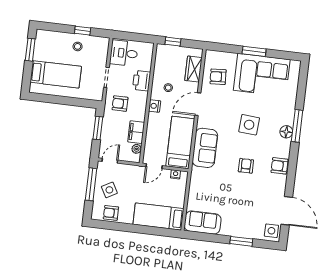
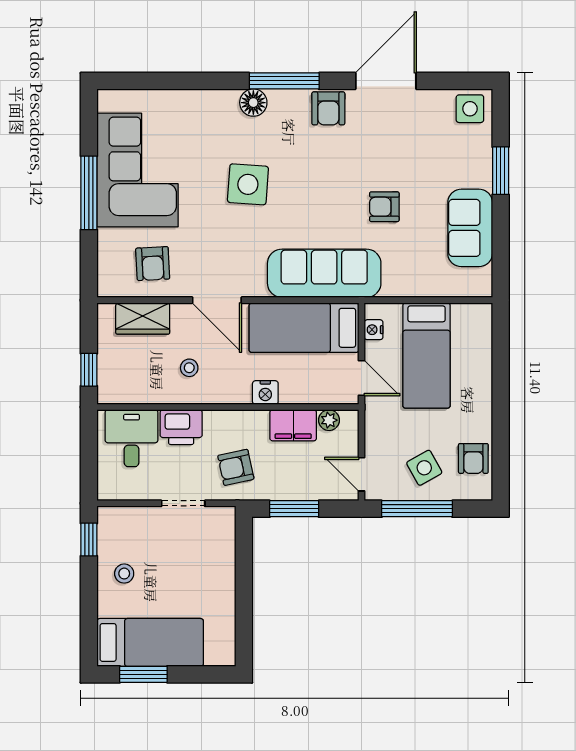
window: (83, 31) -> (89, 540), moved
window: (254, 51) -> (89, 193), width x1.44
desk: (124, 53) -> (132, 438), moved, turned 180
bed: (56, 74) -> (150, 642), moved, turned 90
armchair: (120, 104) -> (236, 467), turned 78
nightstand: (155, 106) -> (265, 393), moved
window: (297, 126) -> (284, 81), moved
sofa: (205, 148) -> (324, 273), width x1.36
armchair: (246, 166) -> (384, 207), moved
door: (287, 211) -> (386, 81), moved
bed: (158, 217) -> (427, 355), moved
sofa: (203, 223) -> (470, 228), moved

